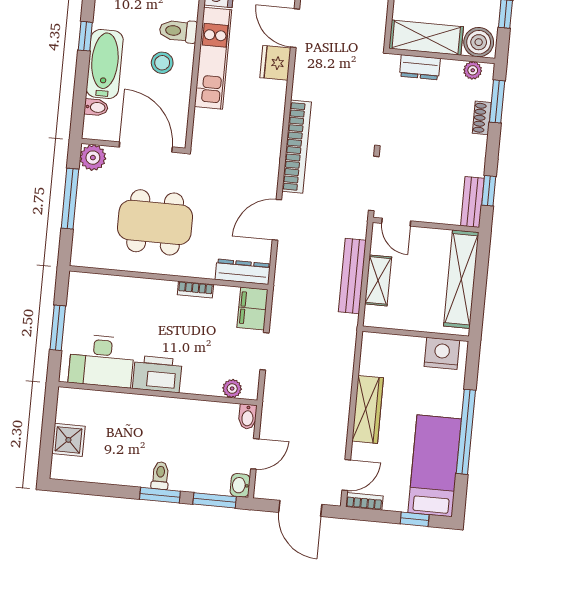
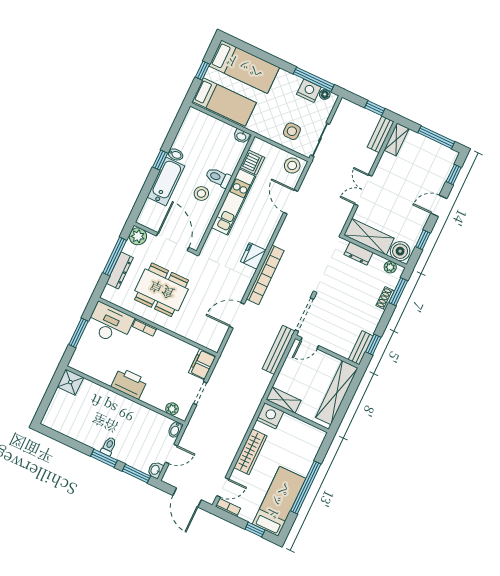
fridge: (275, 63) -> (253, 256), moved
bidet: (96, 107) -> (175, 154), moved
door: (396, 222) -> (310, 343), hinge flipped
dresser: (243, 272) -> (120, 270), moved, turned 90
bench: (352, 276) -> (278, 350), moved
shelving: (378, 280) -> (284, 400), moved, turned 90
bookcase: (195, 290) -> (145, 327), moved
nightstand: (442, 353) -> (270, 416), moved
desk: (102, 361) -> (110, 324), moved, turned 180
shower: (68, 440) -> (70, 382), moved

